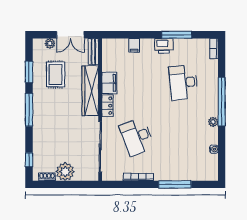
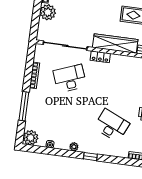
desk: (183, 82) -> (112, 125), turned 30
filing cabinet: (109, 83) -> (120, 61), removed
window: (222, 102) -> (90, 157), width x0.32
plant: (209, 172) -> (31, 138), added

